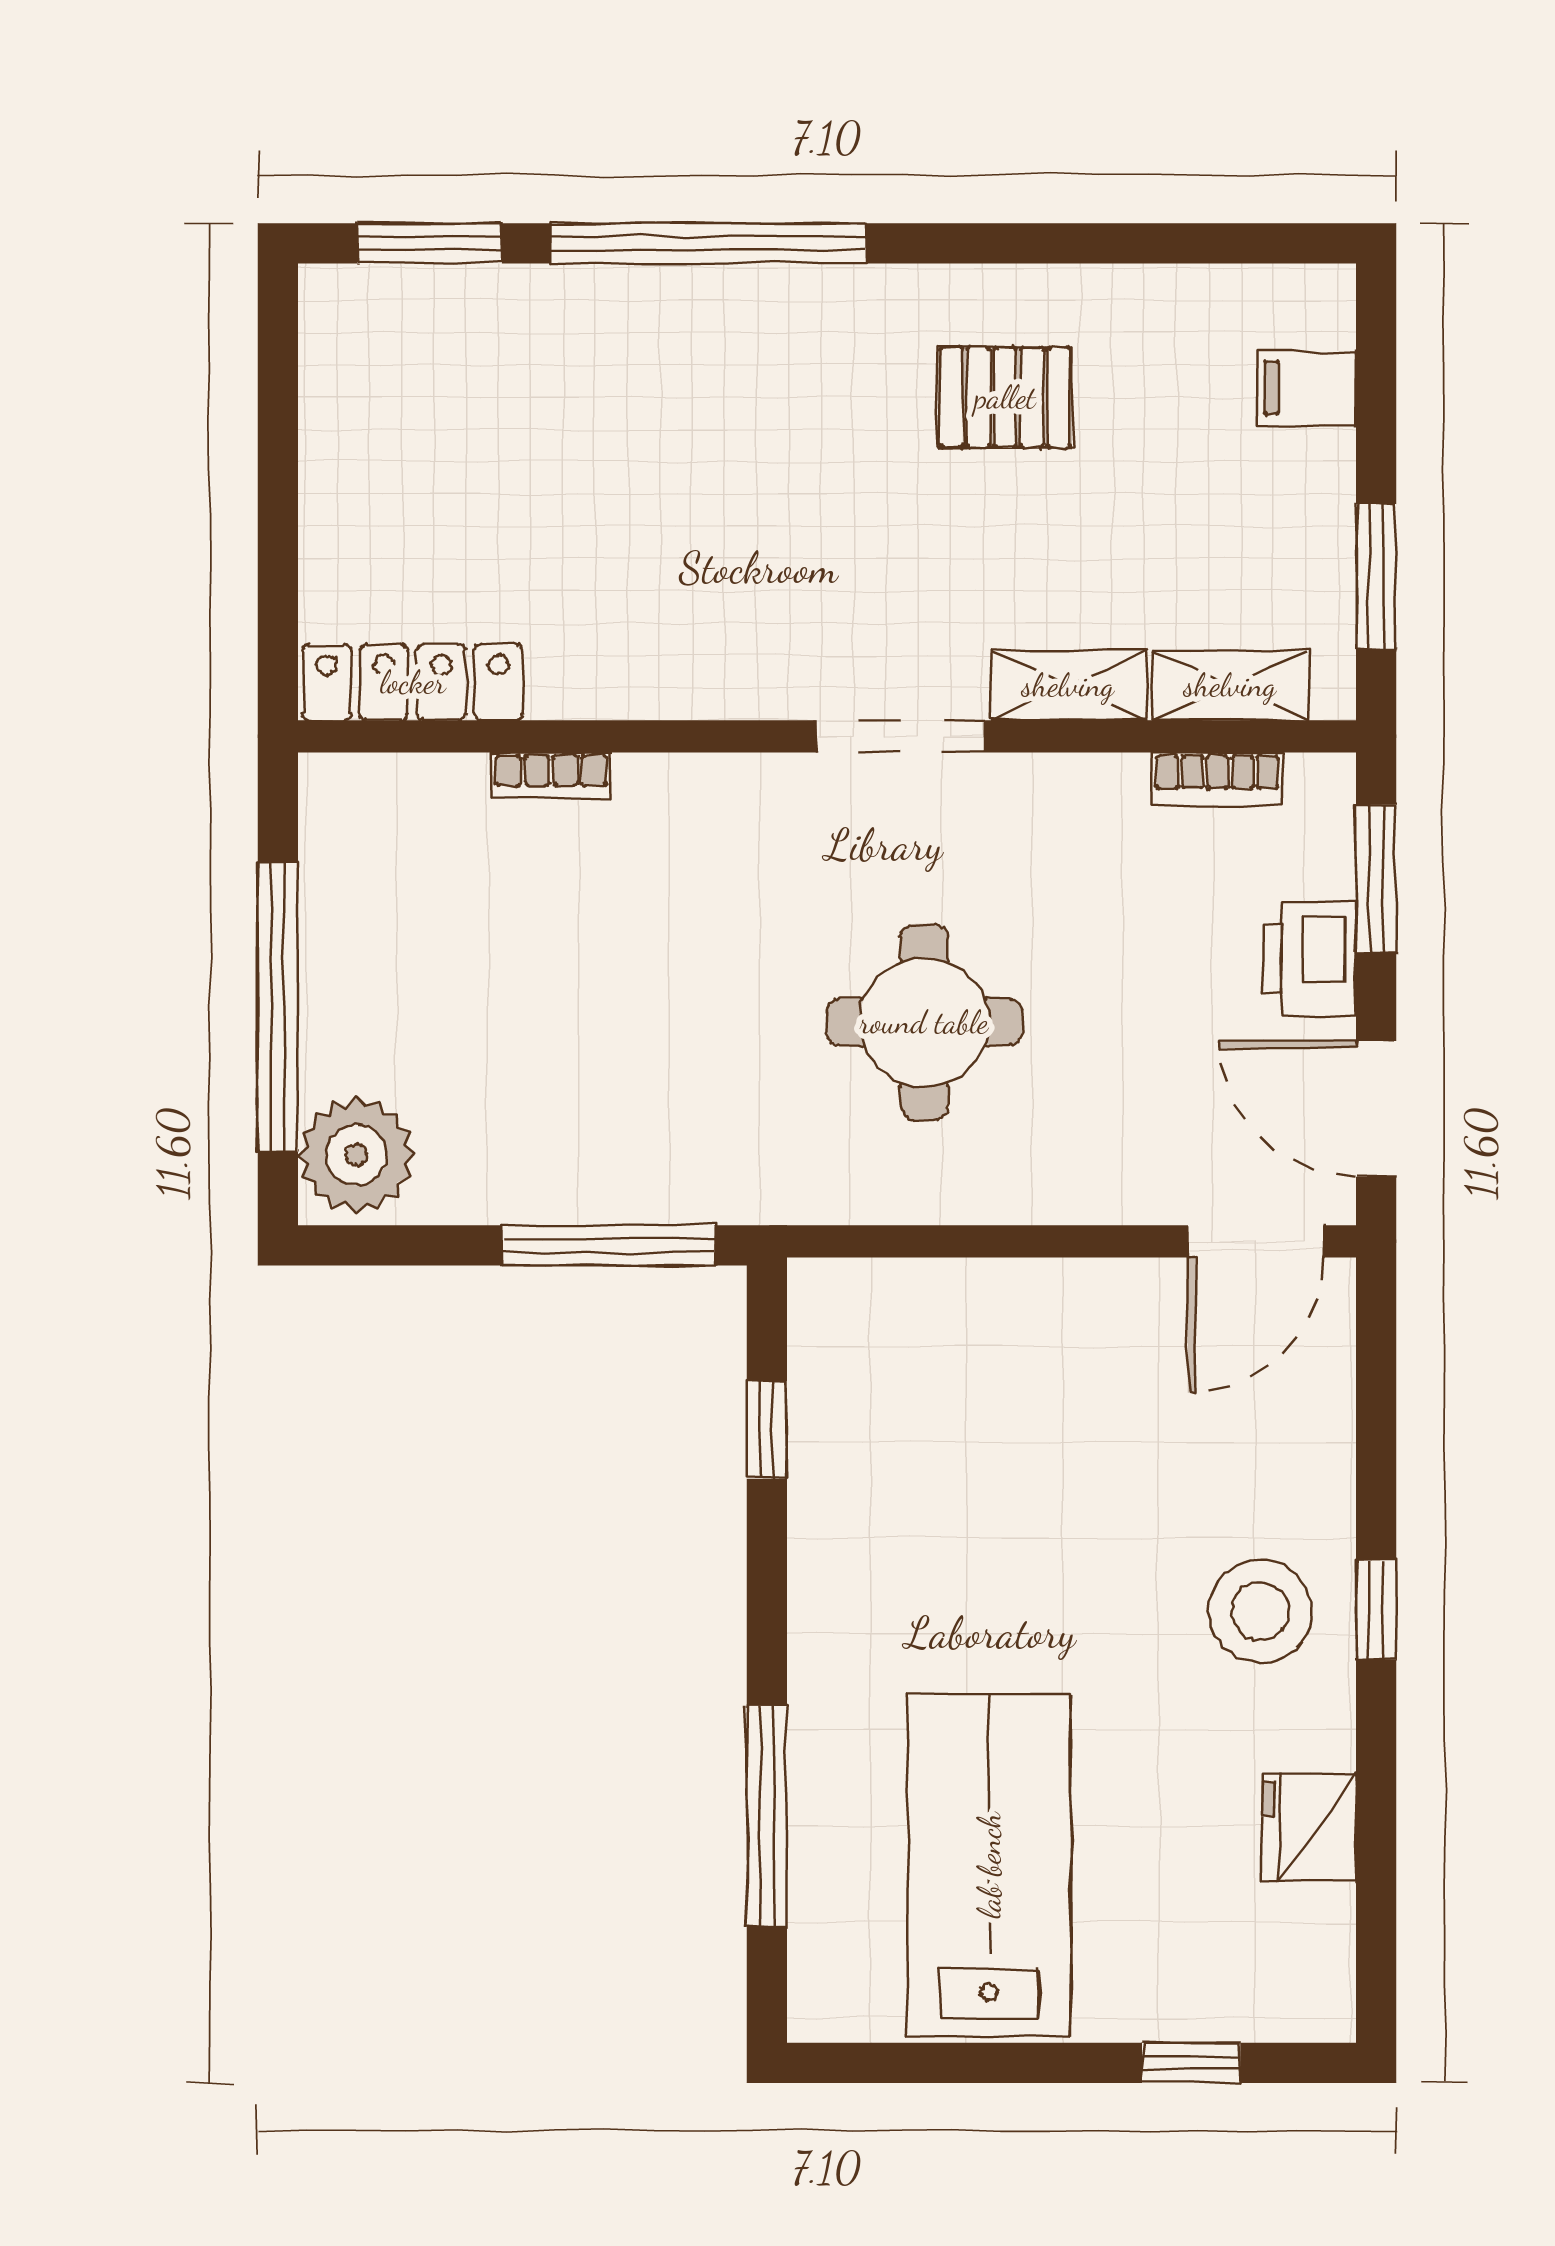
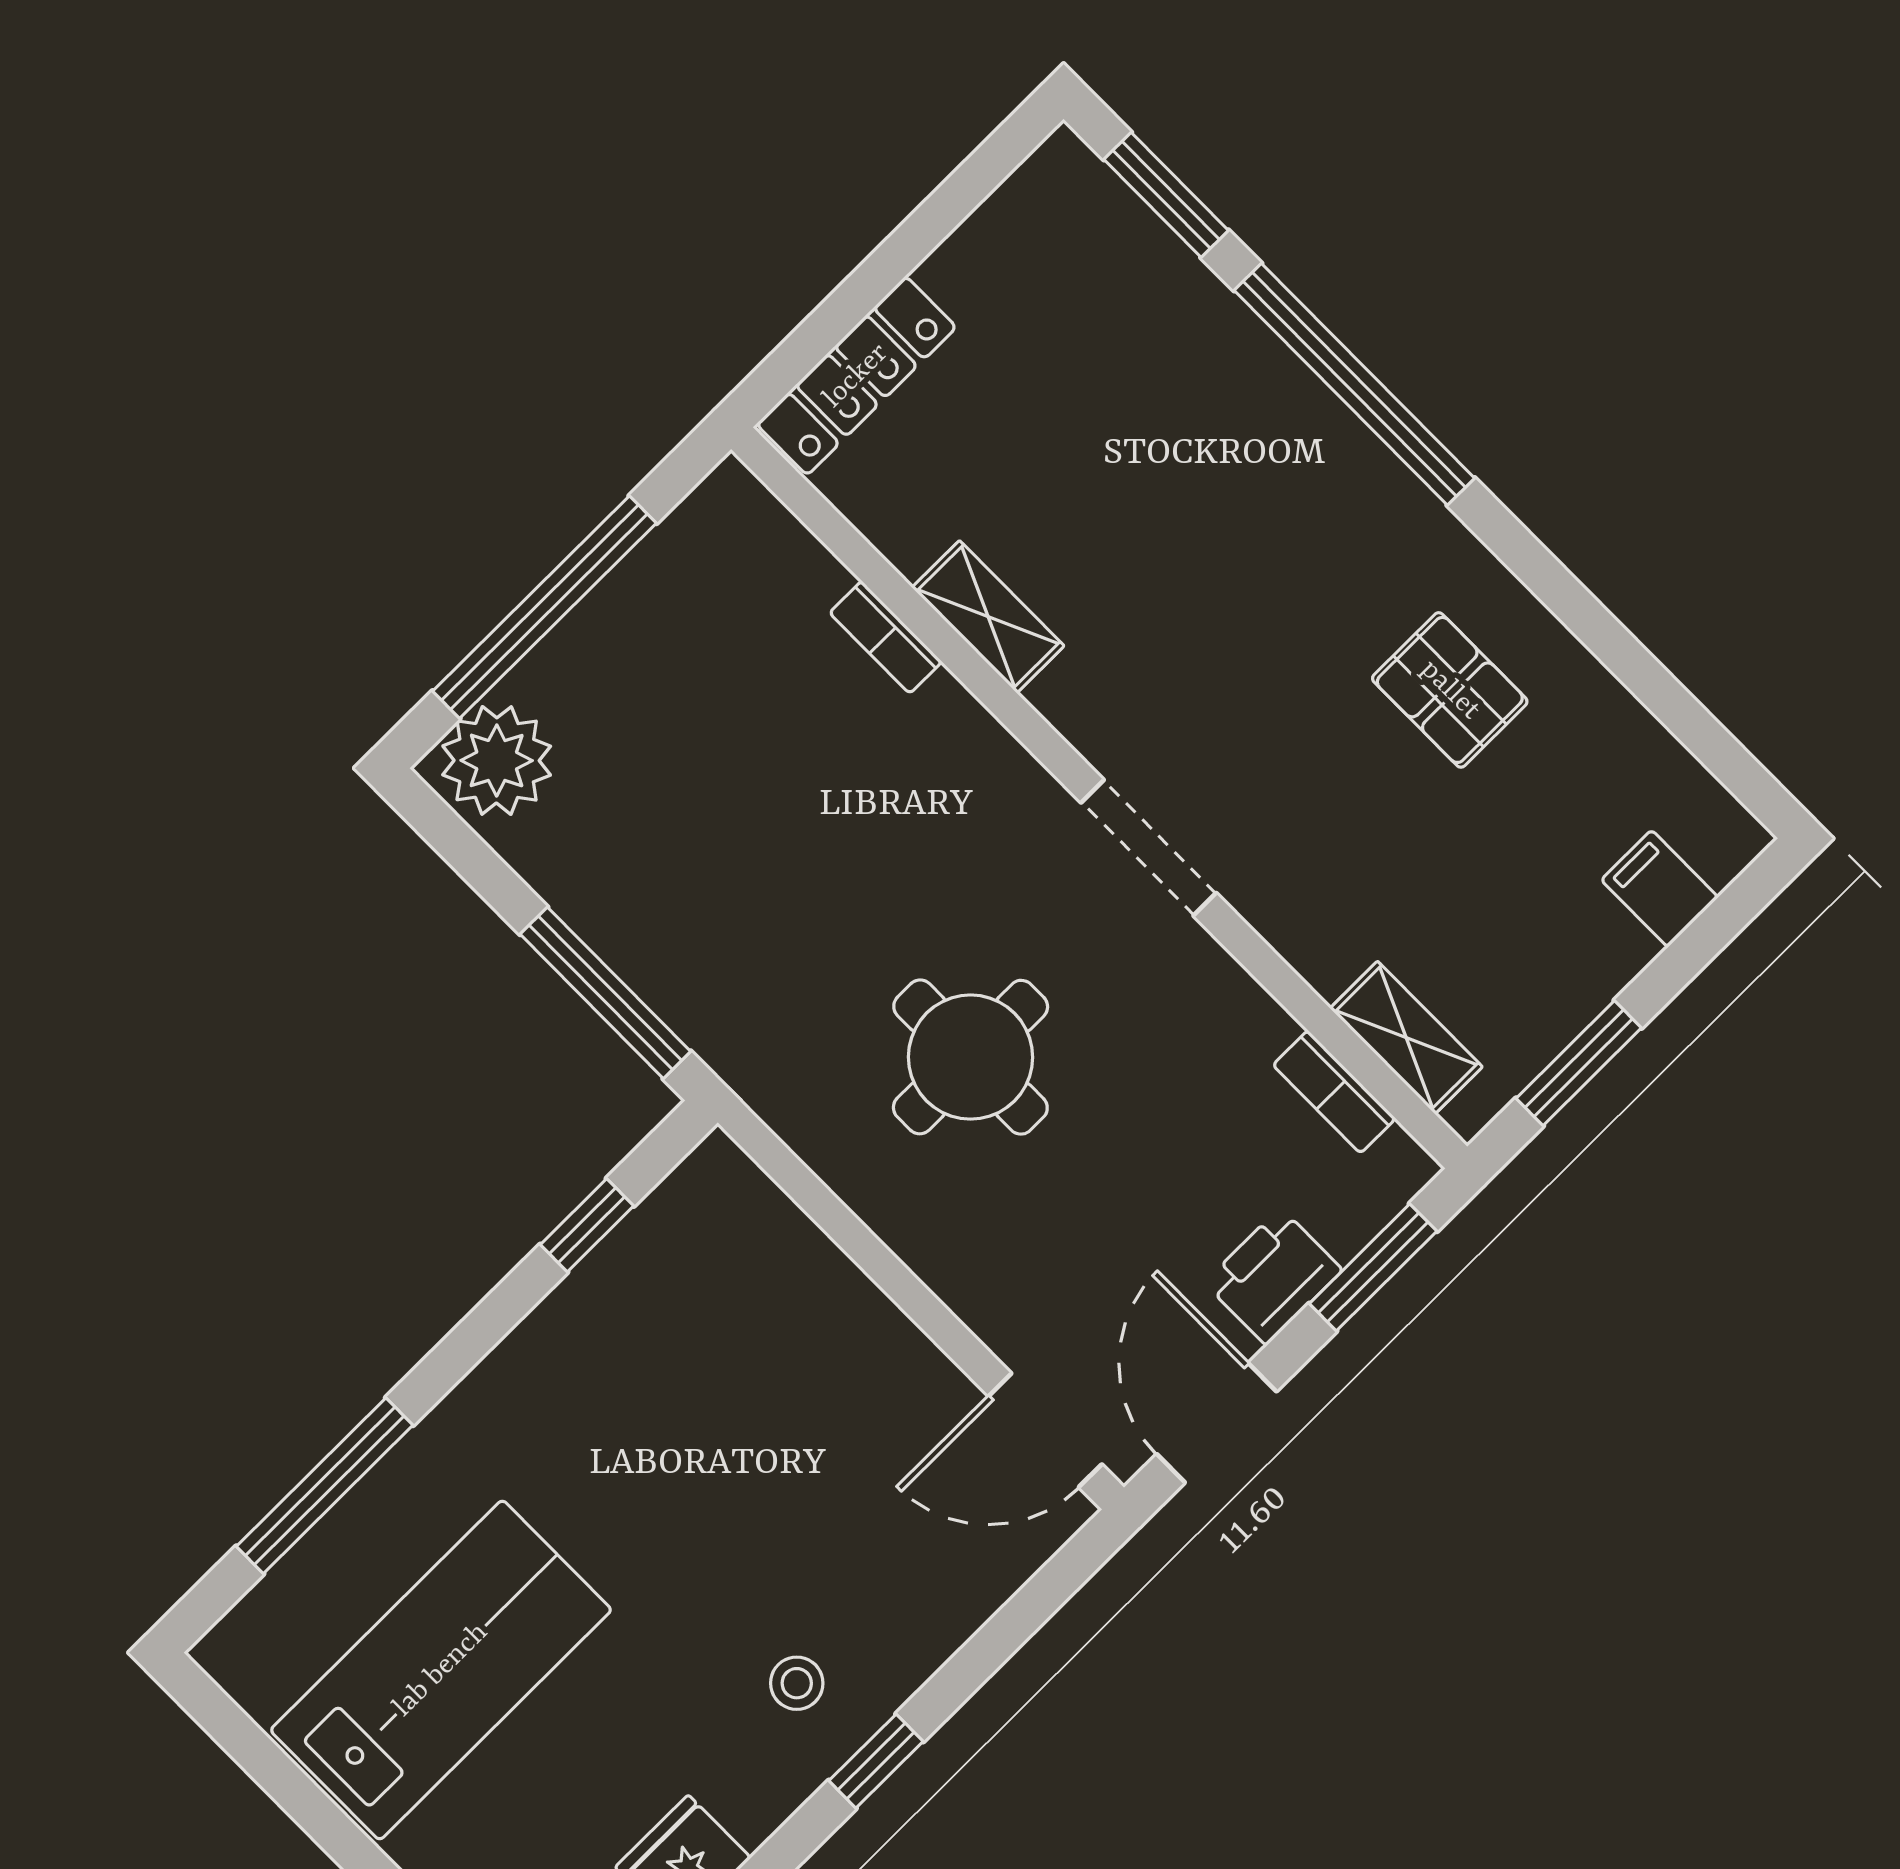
locker: (413, 682) -> (856, 376), moved, turned 90
shelving: (1068, 685) -> (988, 617), moved
stool: (1260, 1611) -> (797, 1683), width x0.53, depth x0.53

